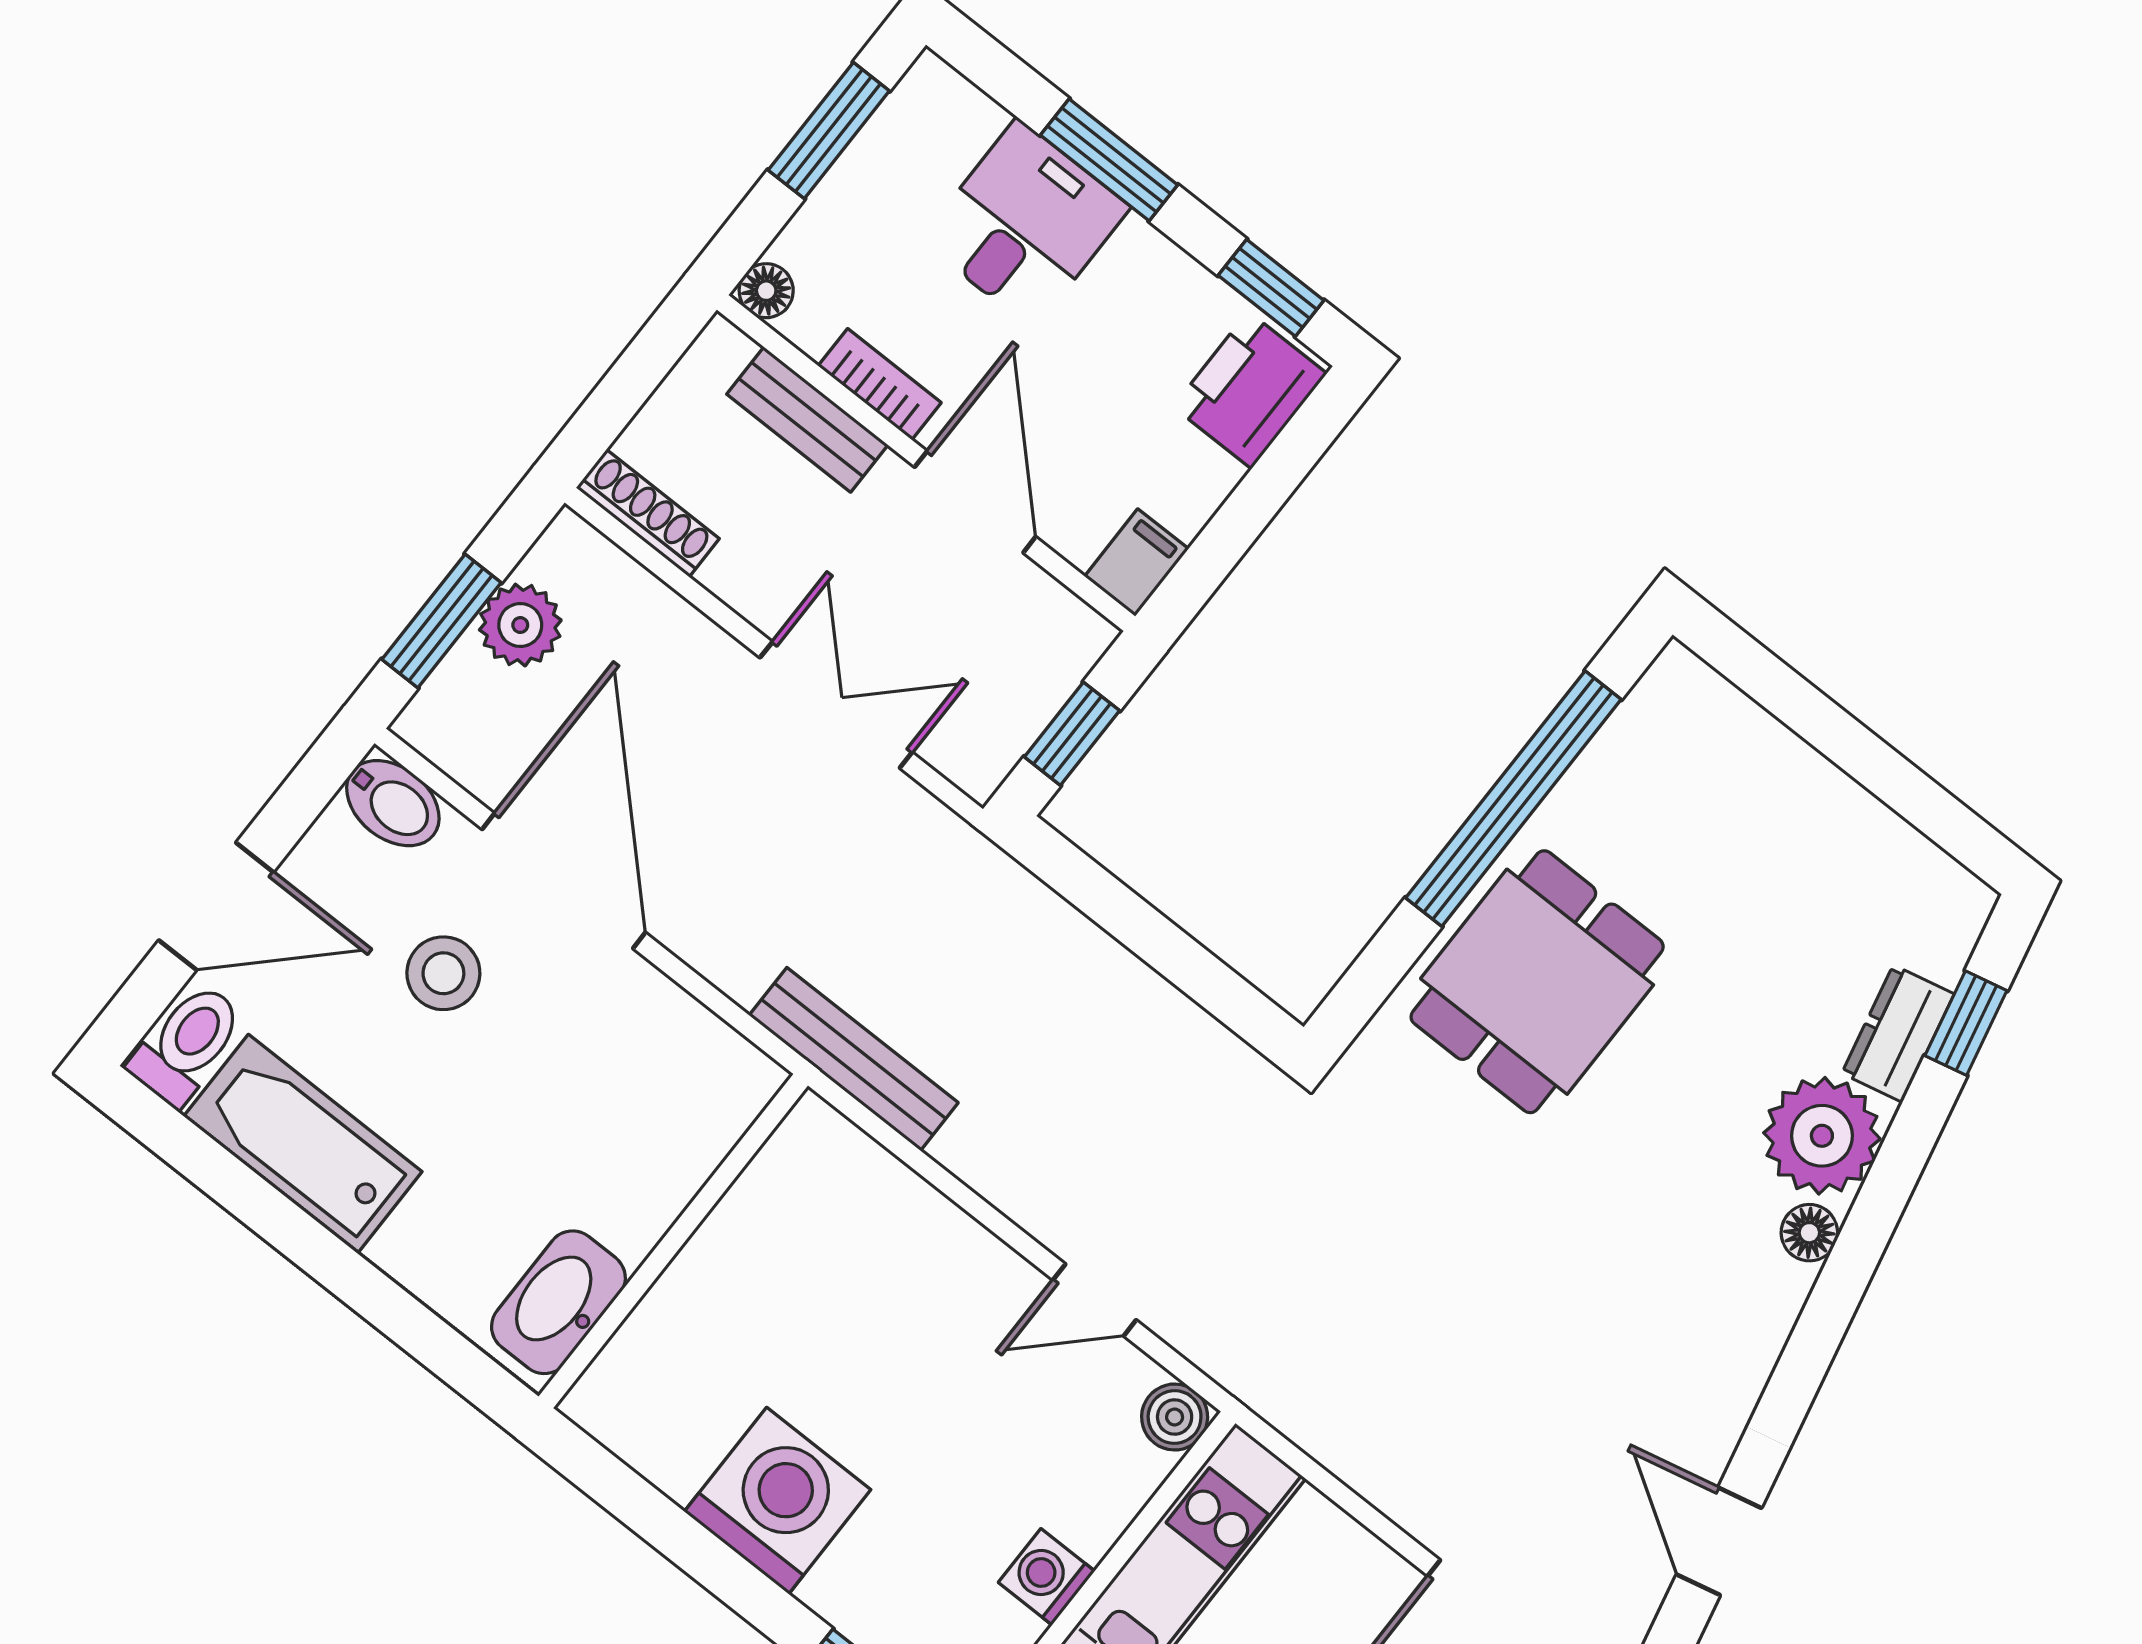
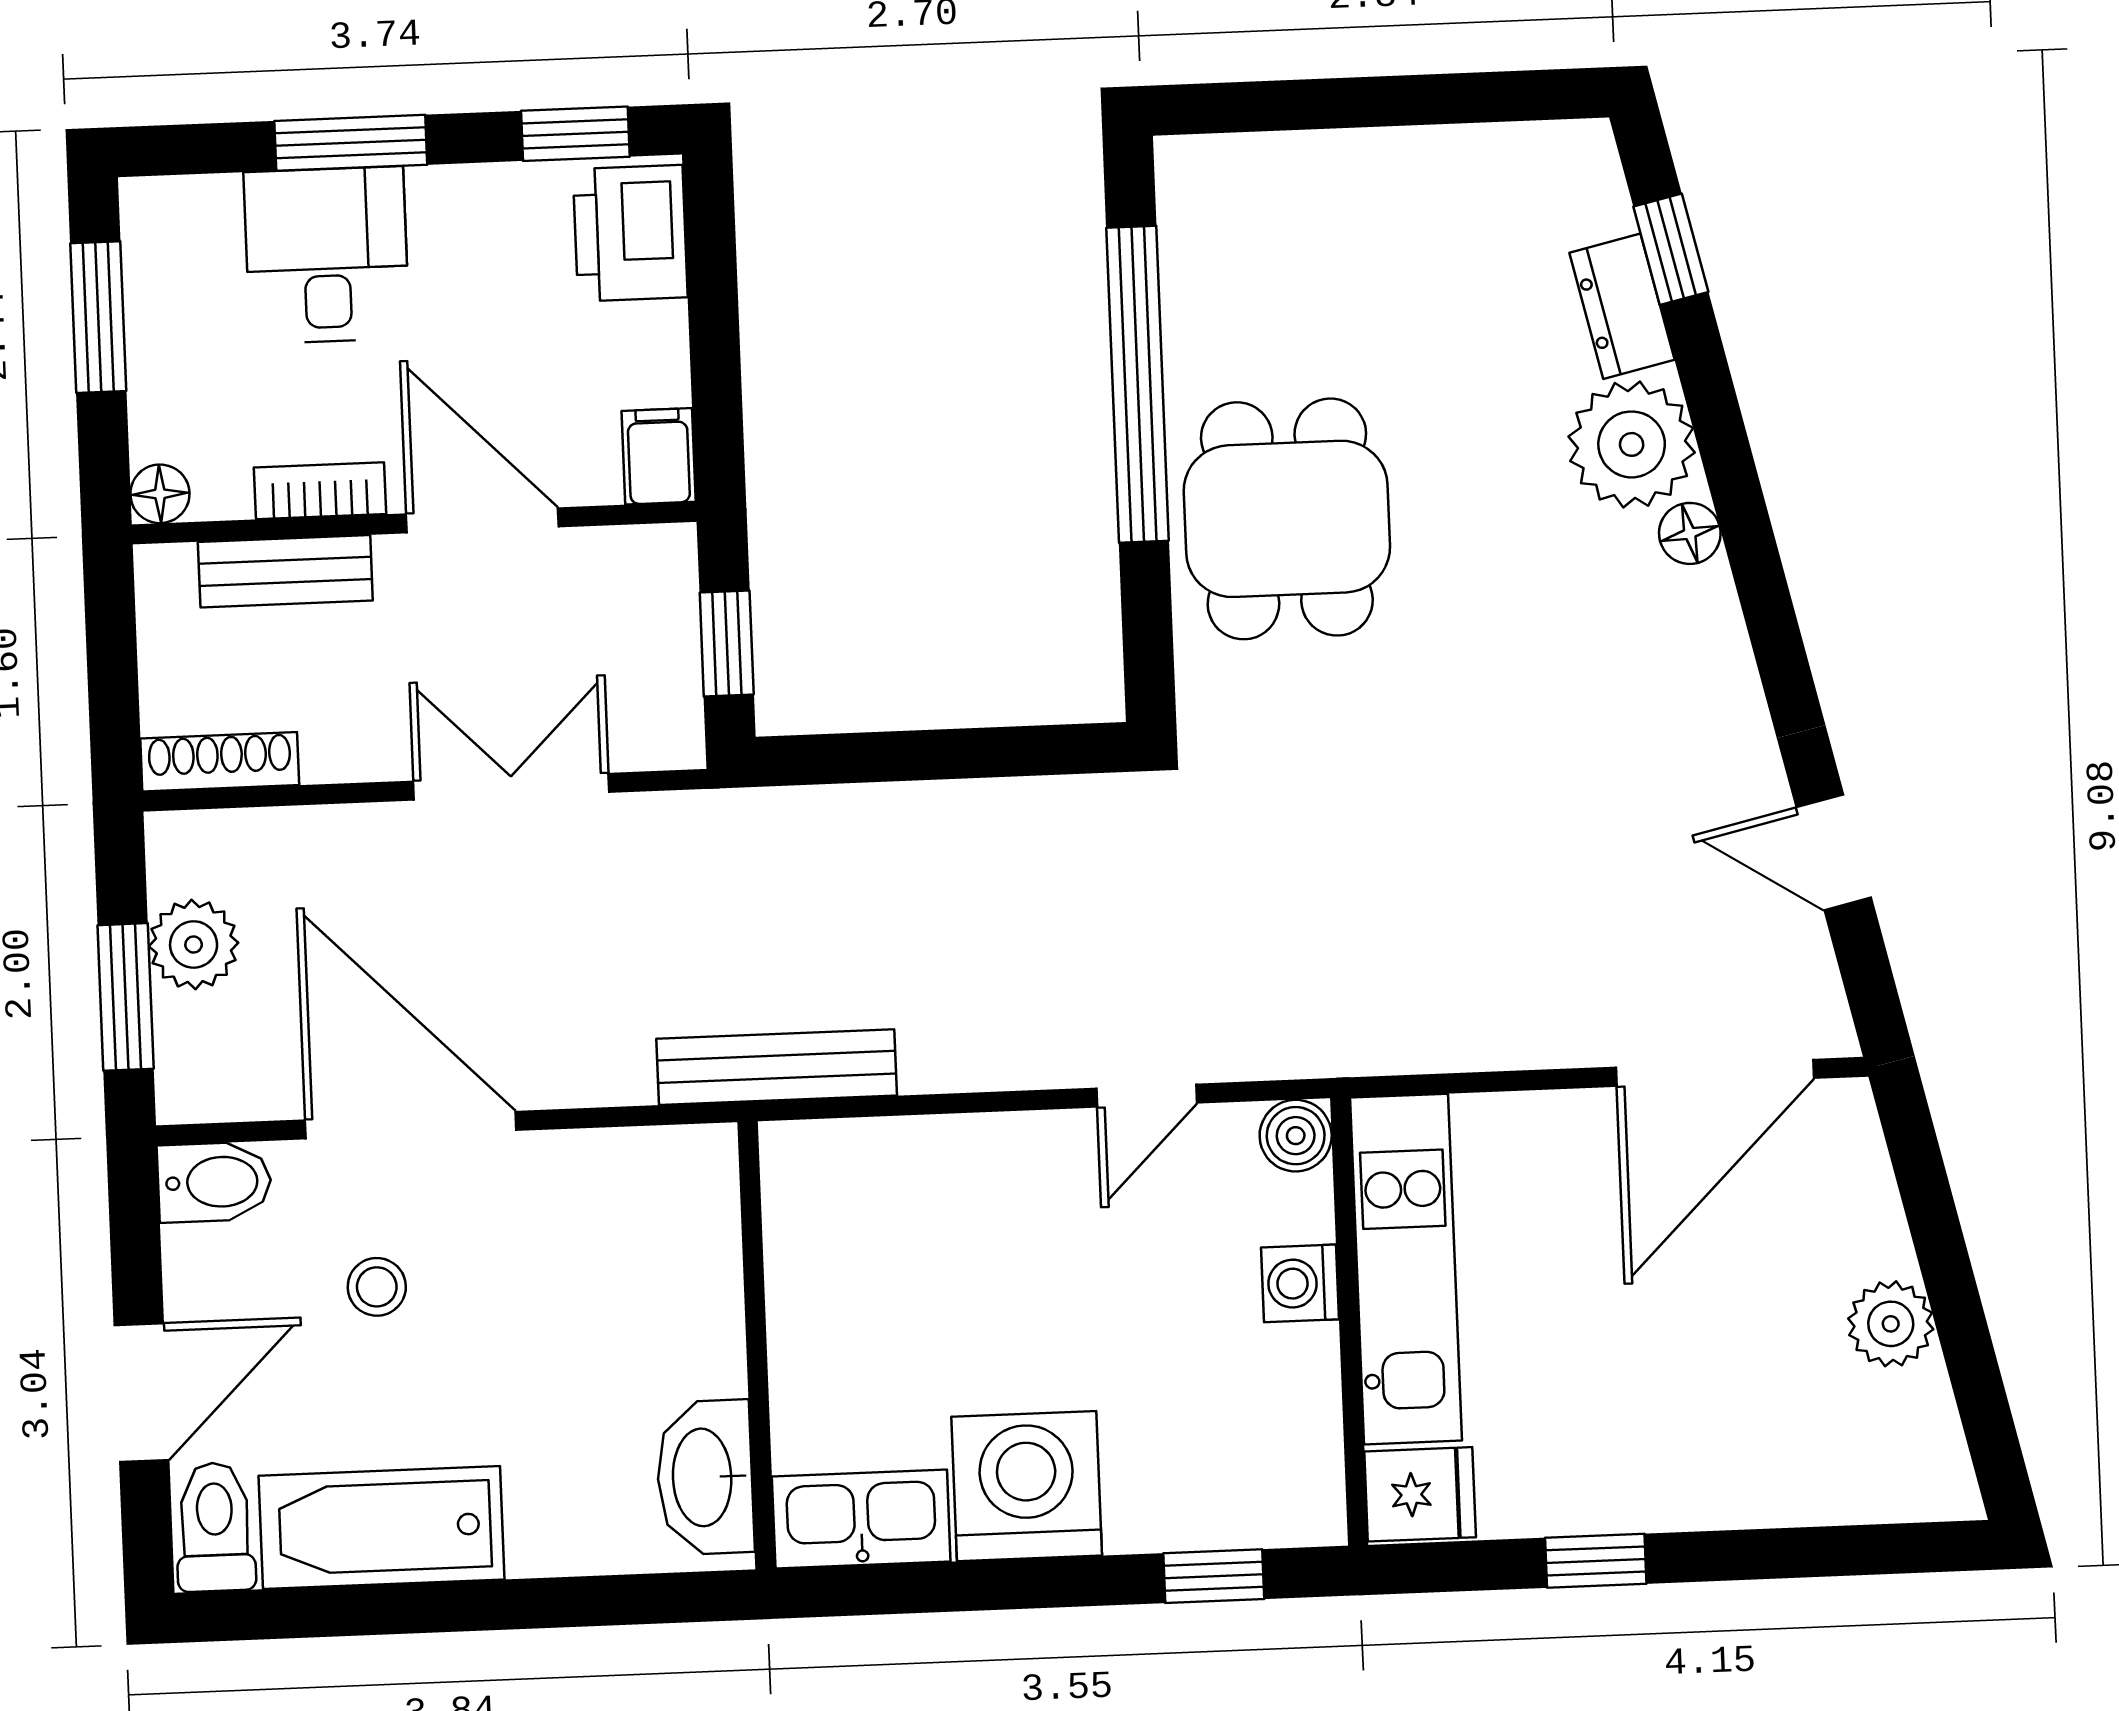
stool: (443, 973) -> (377, 1287), width x0.73, depth x0.73
kitchen sink: (642, 1425) -> (861, 1519), added
washing machine: (1047, 1577) -> (1300, 1283), moved

